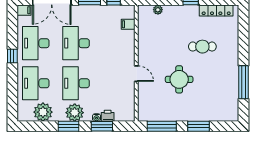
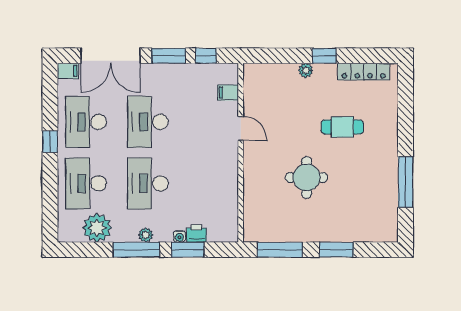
plant: (158, 10) -> (306, 70), moved
door: (136, 74) -> (241, 128), moved
plant: (75, 113) -> (146, 235), width x0.53, depth x0.53
window: (68, 126) -> (136, 250), width x1.44

